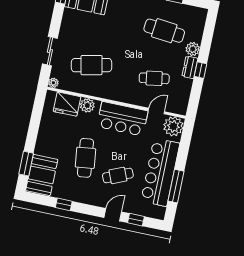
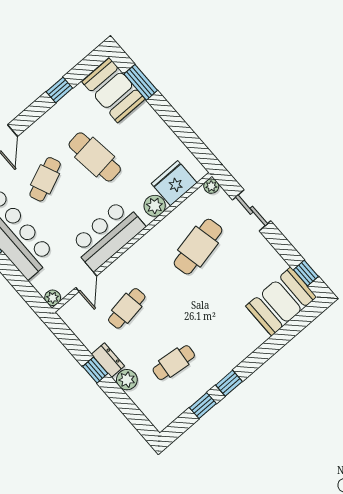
cafe table: (164, 31) -> (174, 363), width x0.73, depth x0.74
plant: (173, 126) -> (53, 298), width x0.53, depth x0.53

